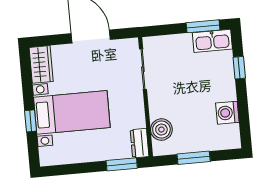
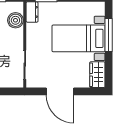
window: (31, 121) -> (109, 35), width x2.17

